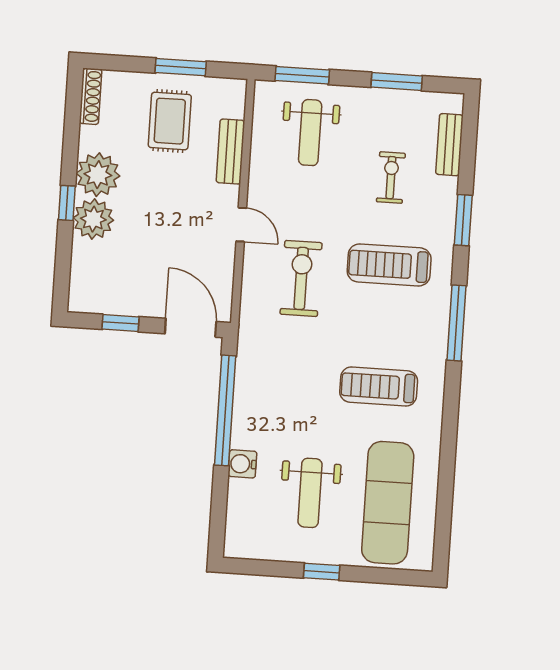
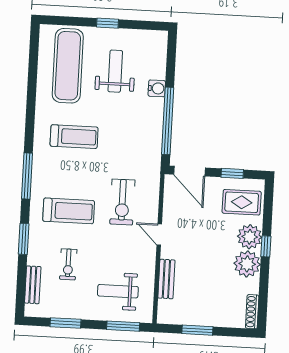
rug: (170, 121) -> (242, 202), moved, turned 90
weight bench: (310, 133) -> (118, 291), turned -90

